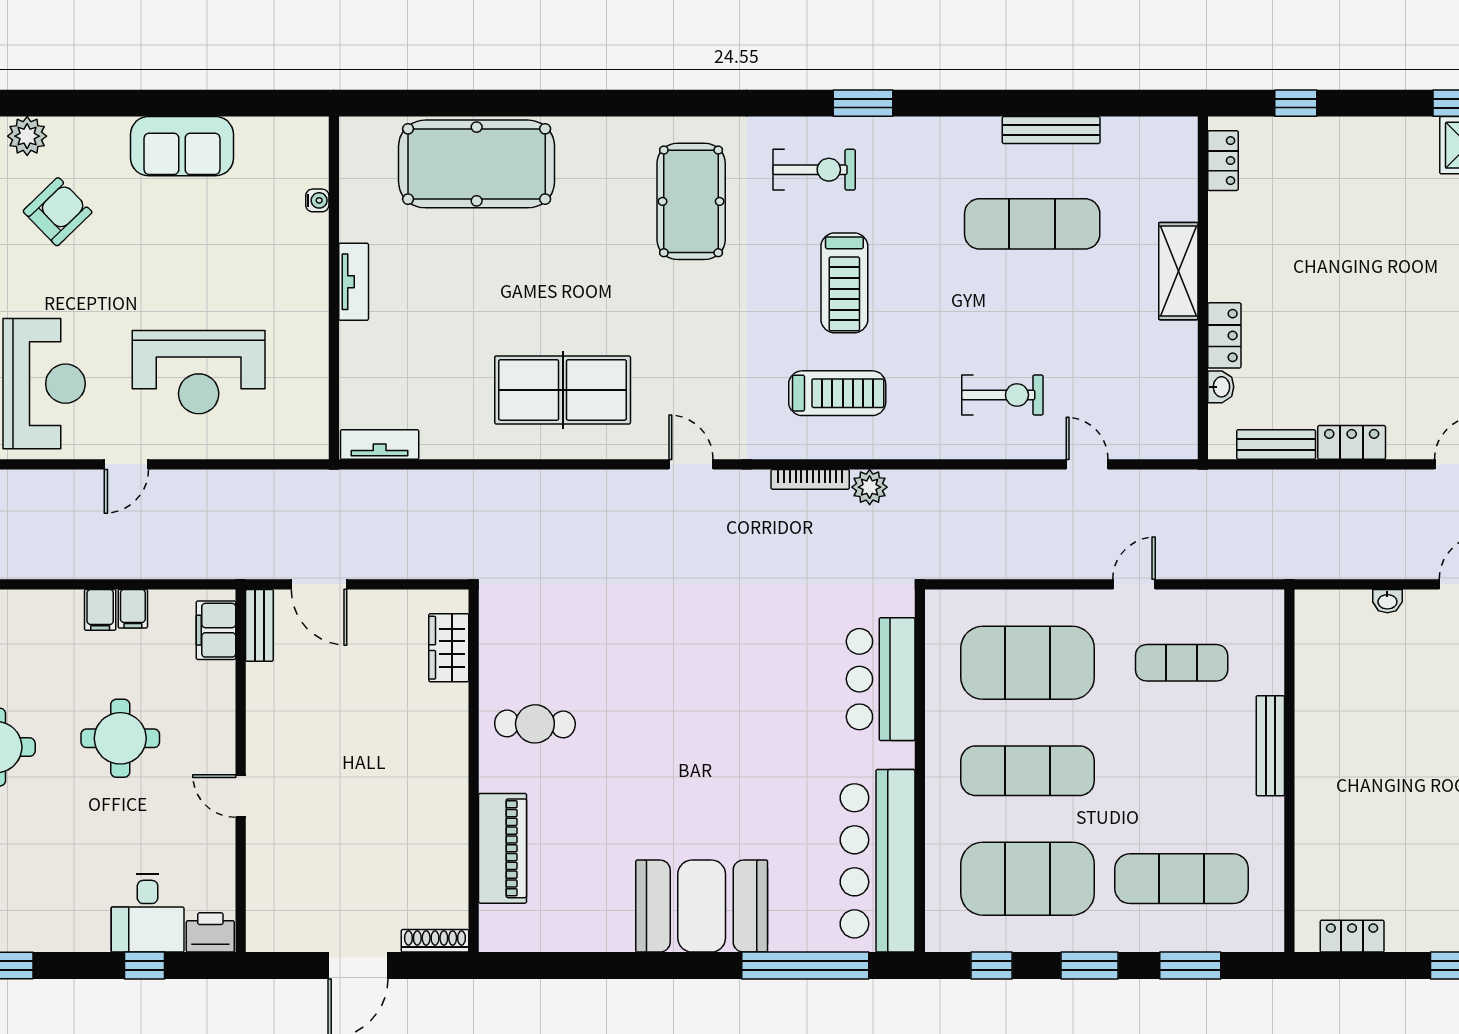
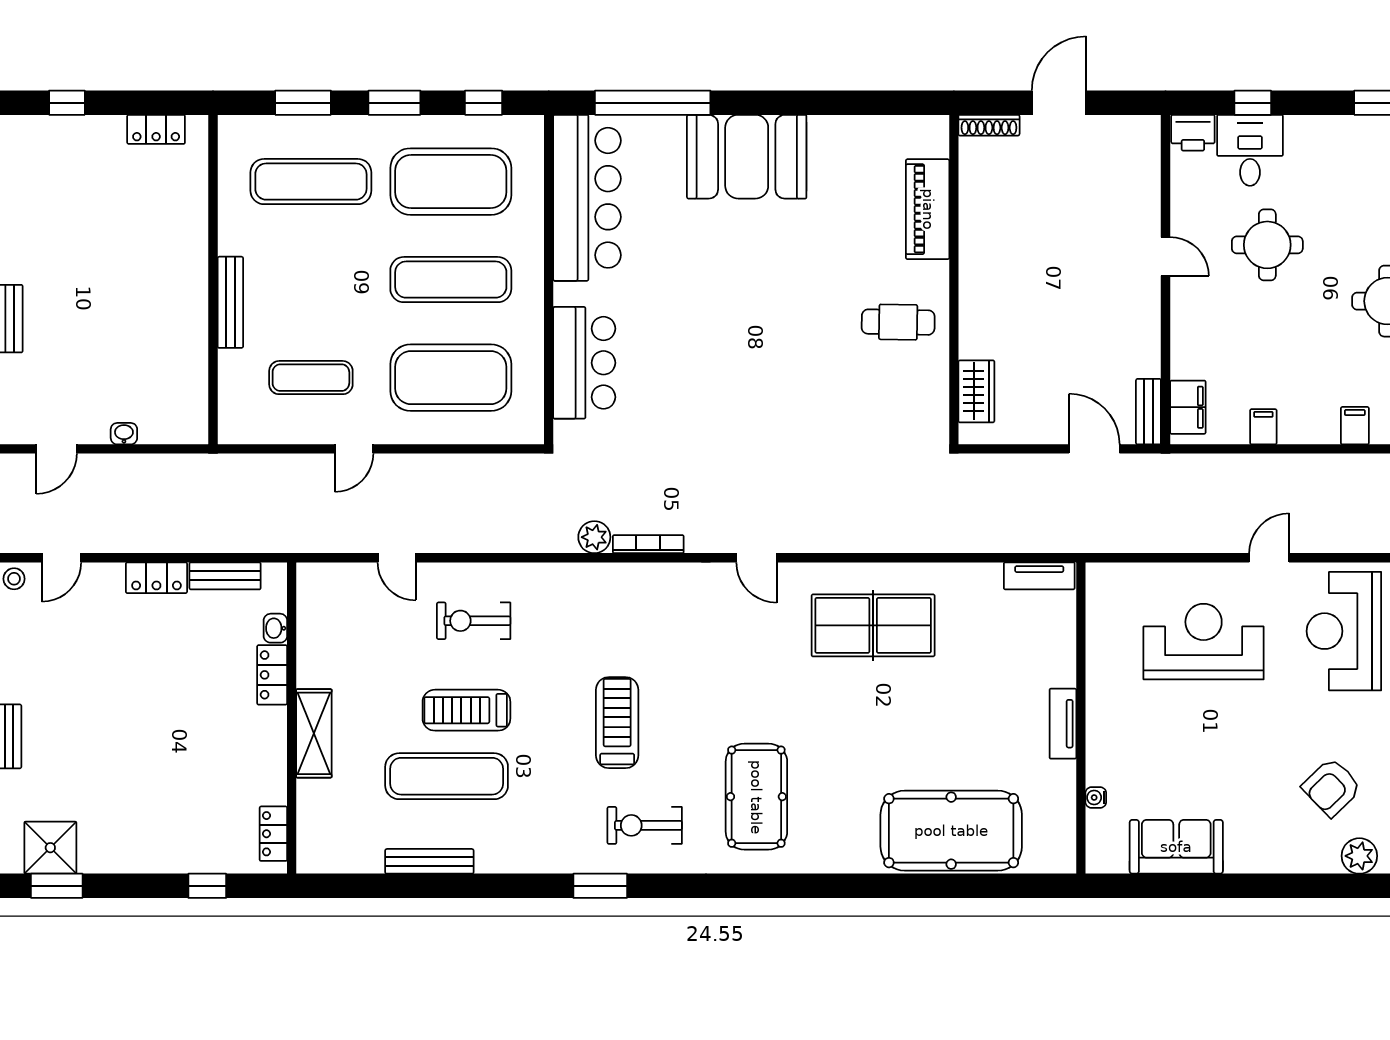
sofa: (182, 146) -> (1176, 847), moved
treadmill: (837, 393) -> (466, 710), moved
filing cabinet: (100, 610) -> (1355, 426), moved
round table: (120, 738) -> (1267, 245), moved

